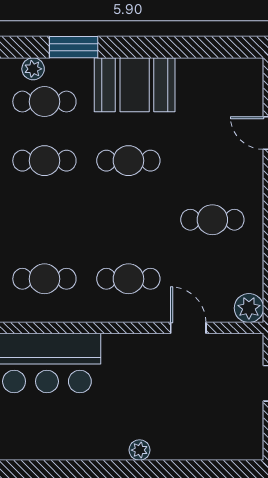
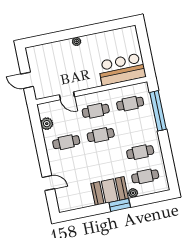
window: (74, 47) -> (120, 205), moved
plant: (33, 69) -> (133, 193), moved
cafe table: (128, 161) -> (101, 135), moved
plant: (249, 308) -> (47, 124), moved

